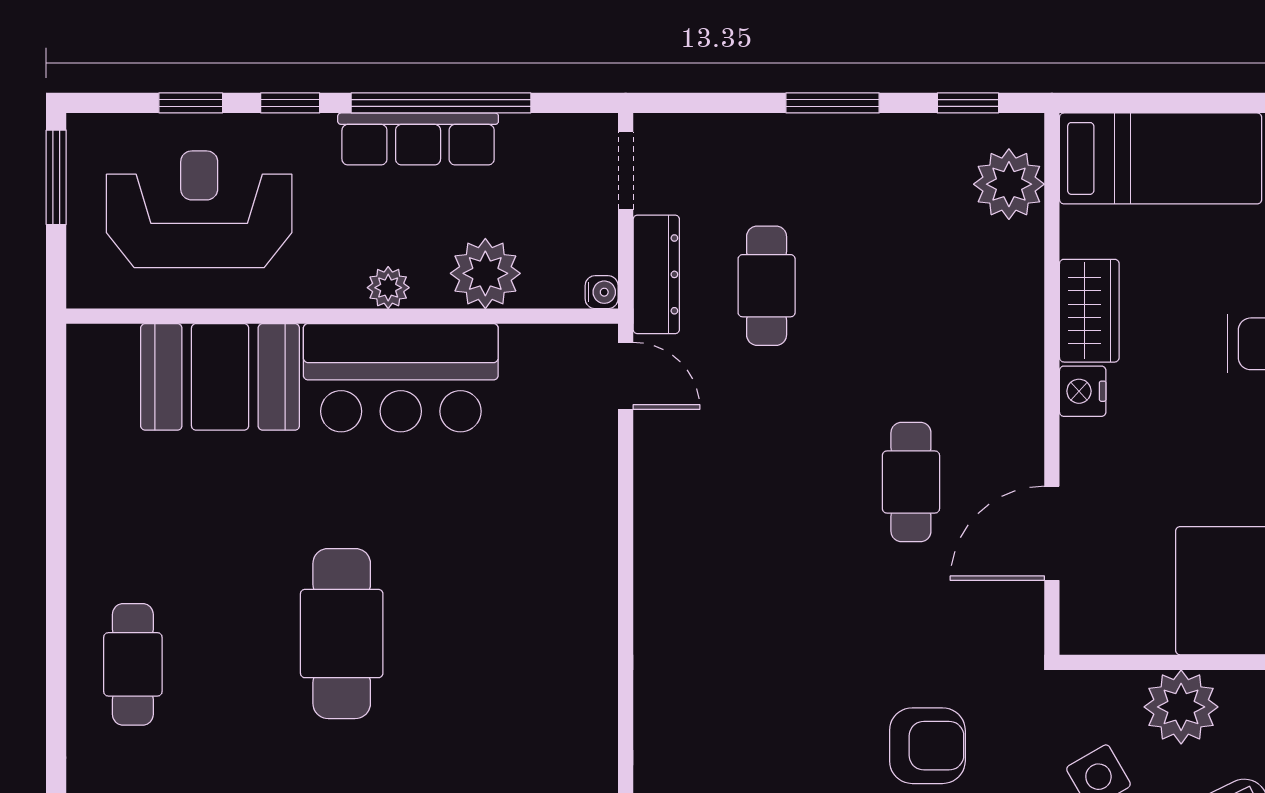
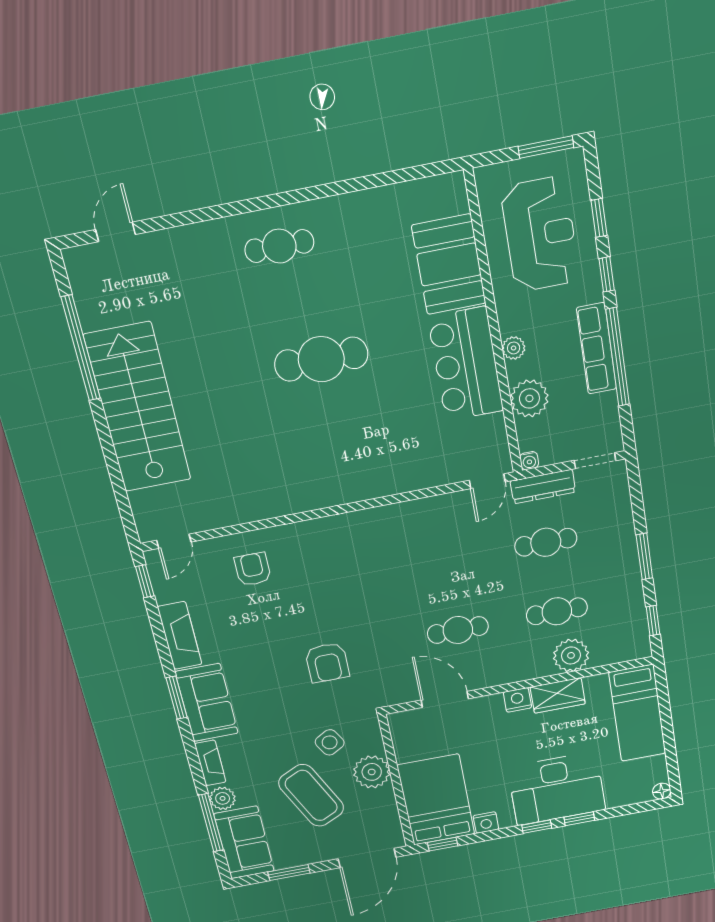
plant: (1009, 184) -> (571, 655), moved
cafe table: (911, 286) -> (557, 611), added

